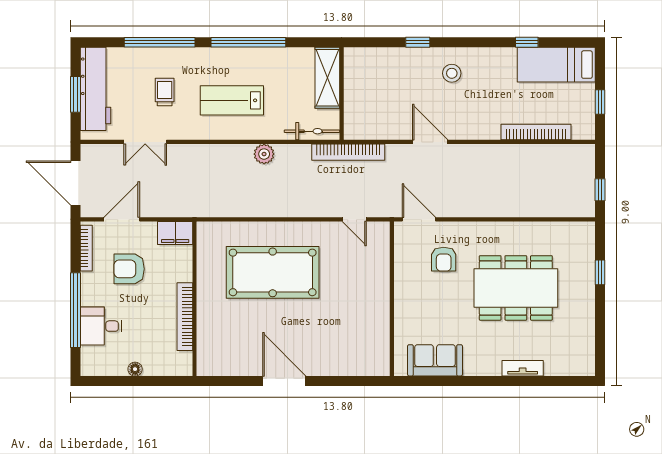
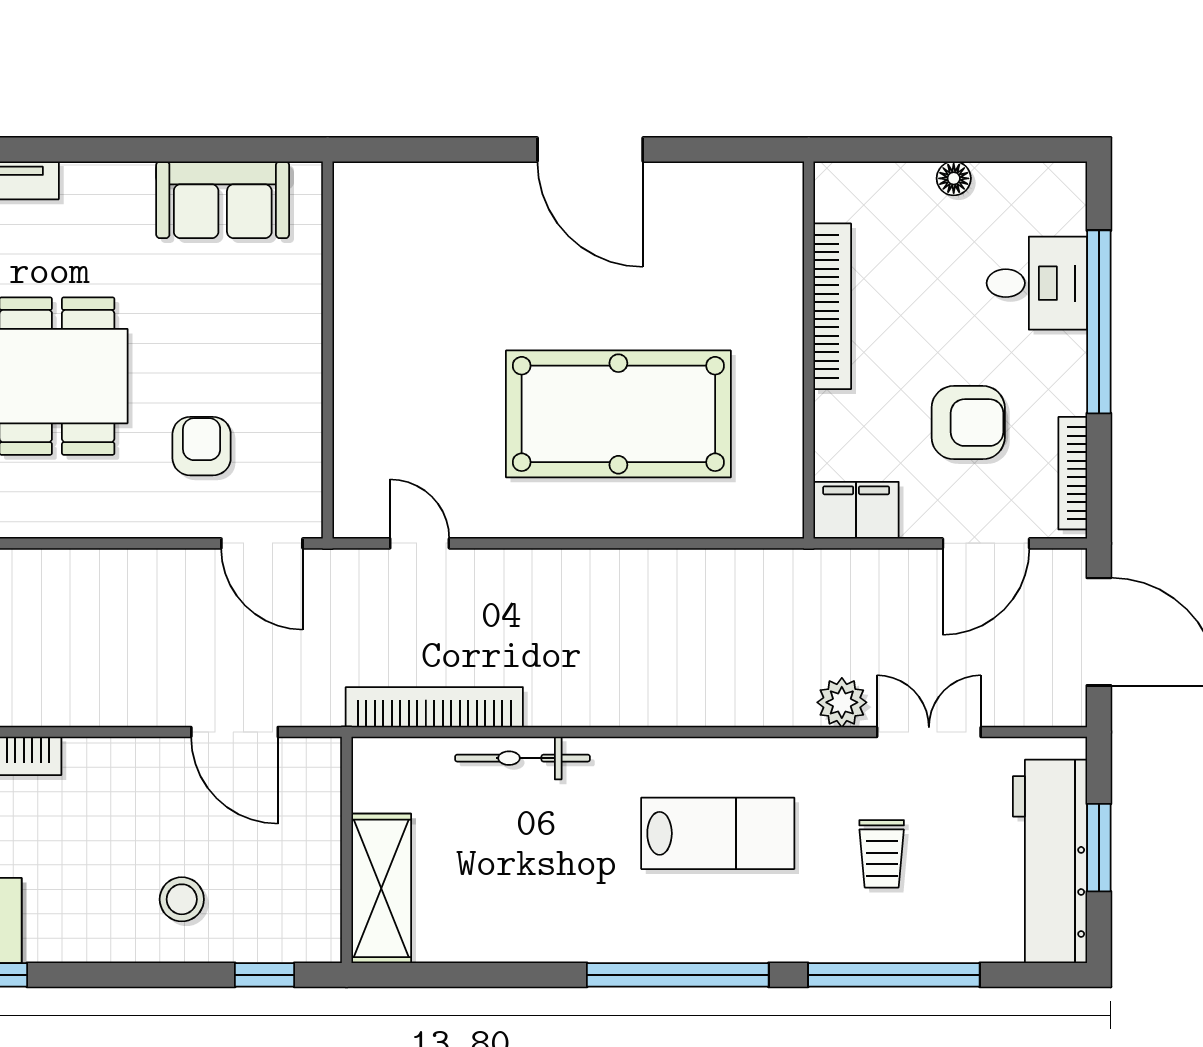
shelving: (327, 78) -> (381, 888), moved
wall: (342, 94) -> (347, 850), moved
plant: (264, 154) -> (842, 702), moved

